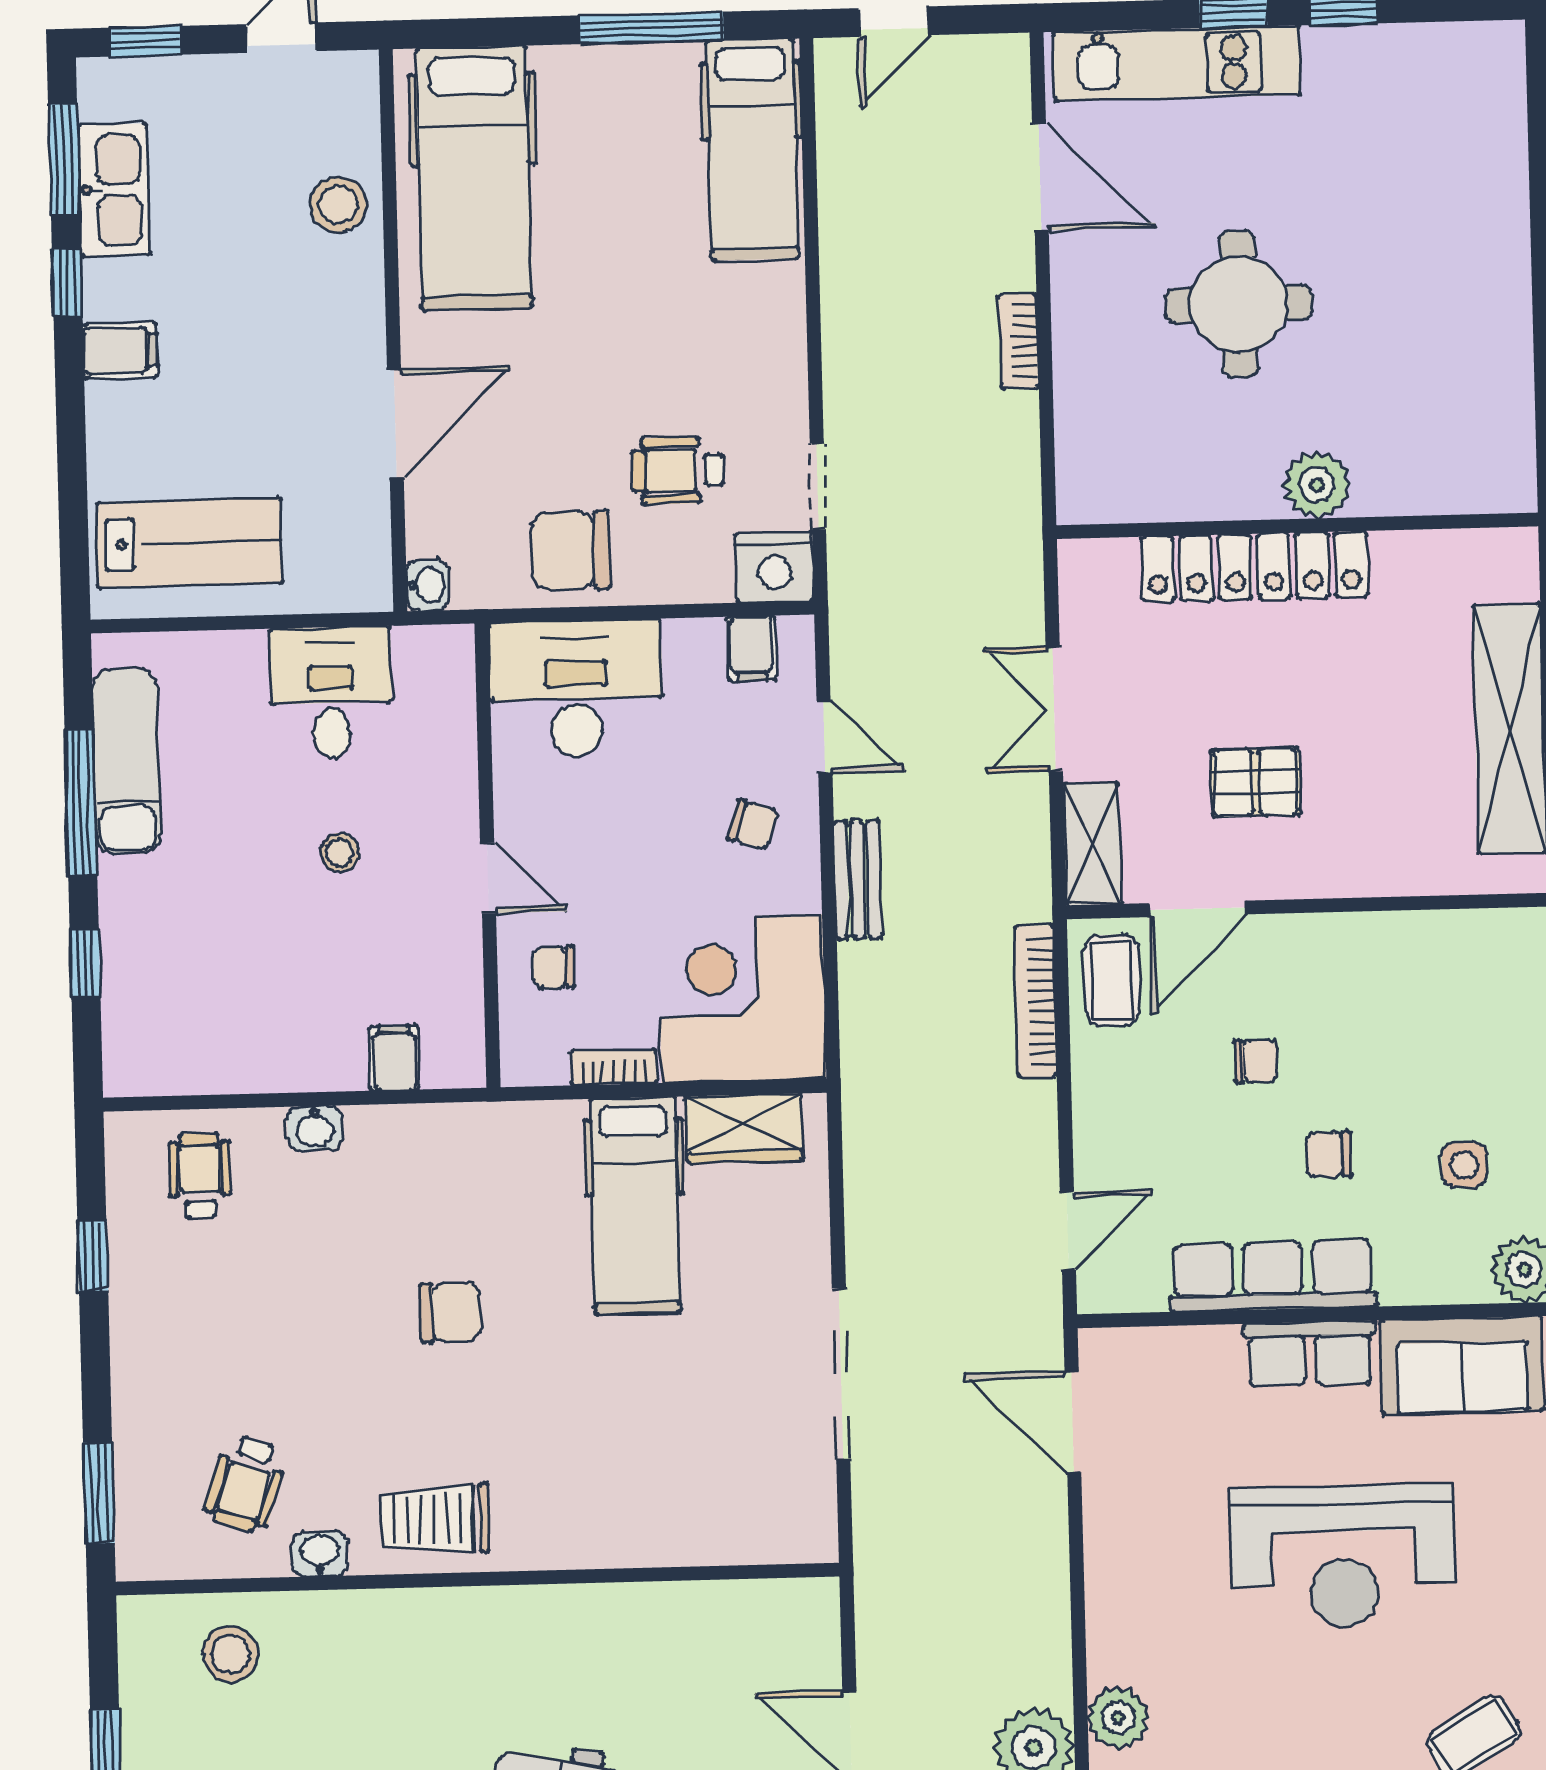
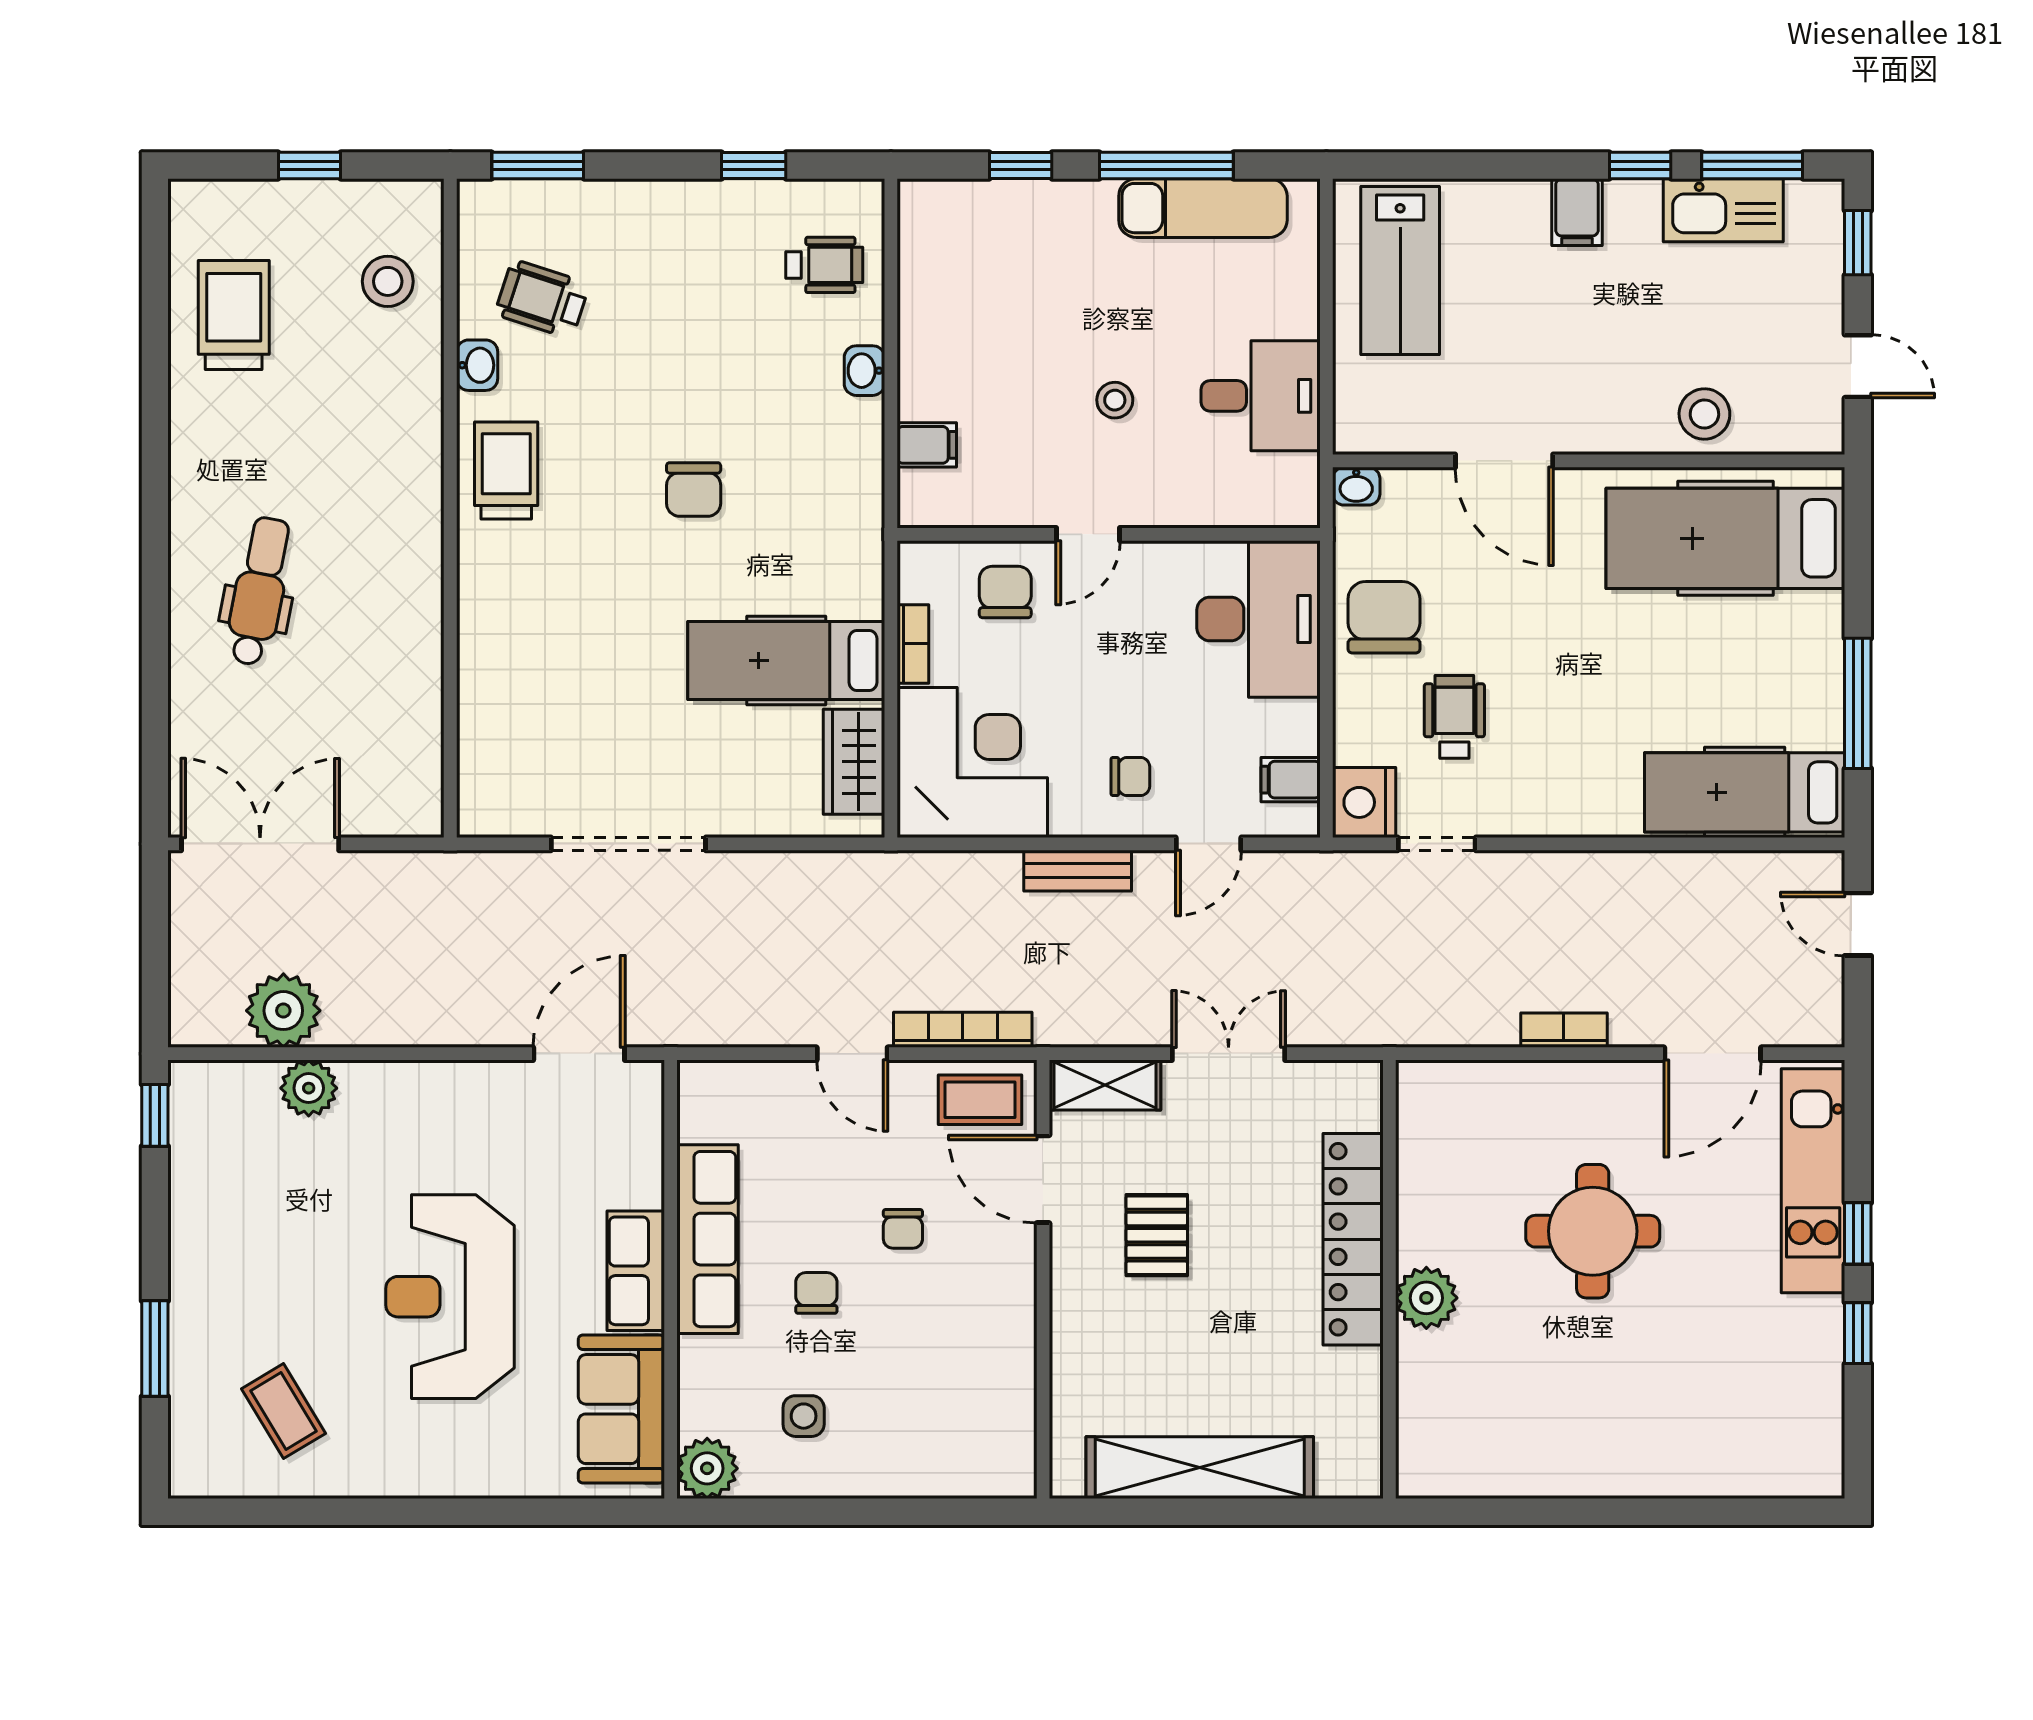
chair: (753, 825) -> (1130, 777), turned -108
chair: (554, 967) -> (1005, 592), width x1.37, depth x1.37
door: (1068, 1231) -> (852, 1054), moved

